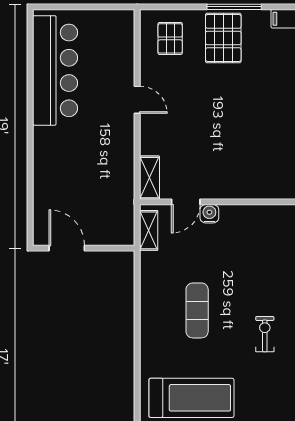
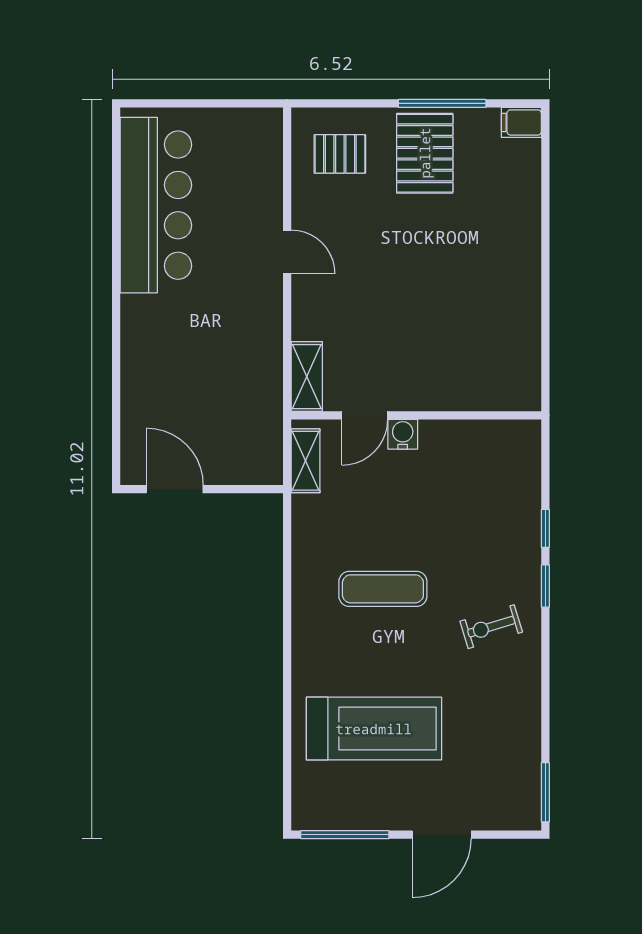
pallet: (170, 38) -> (340, 154), turned 90
exercise mat: (197, 310) -> (383, 589), turned 90
exercise bike: (265, 334) -> (491, 627), turned -107

